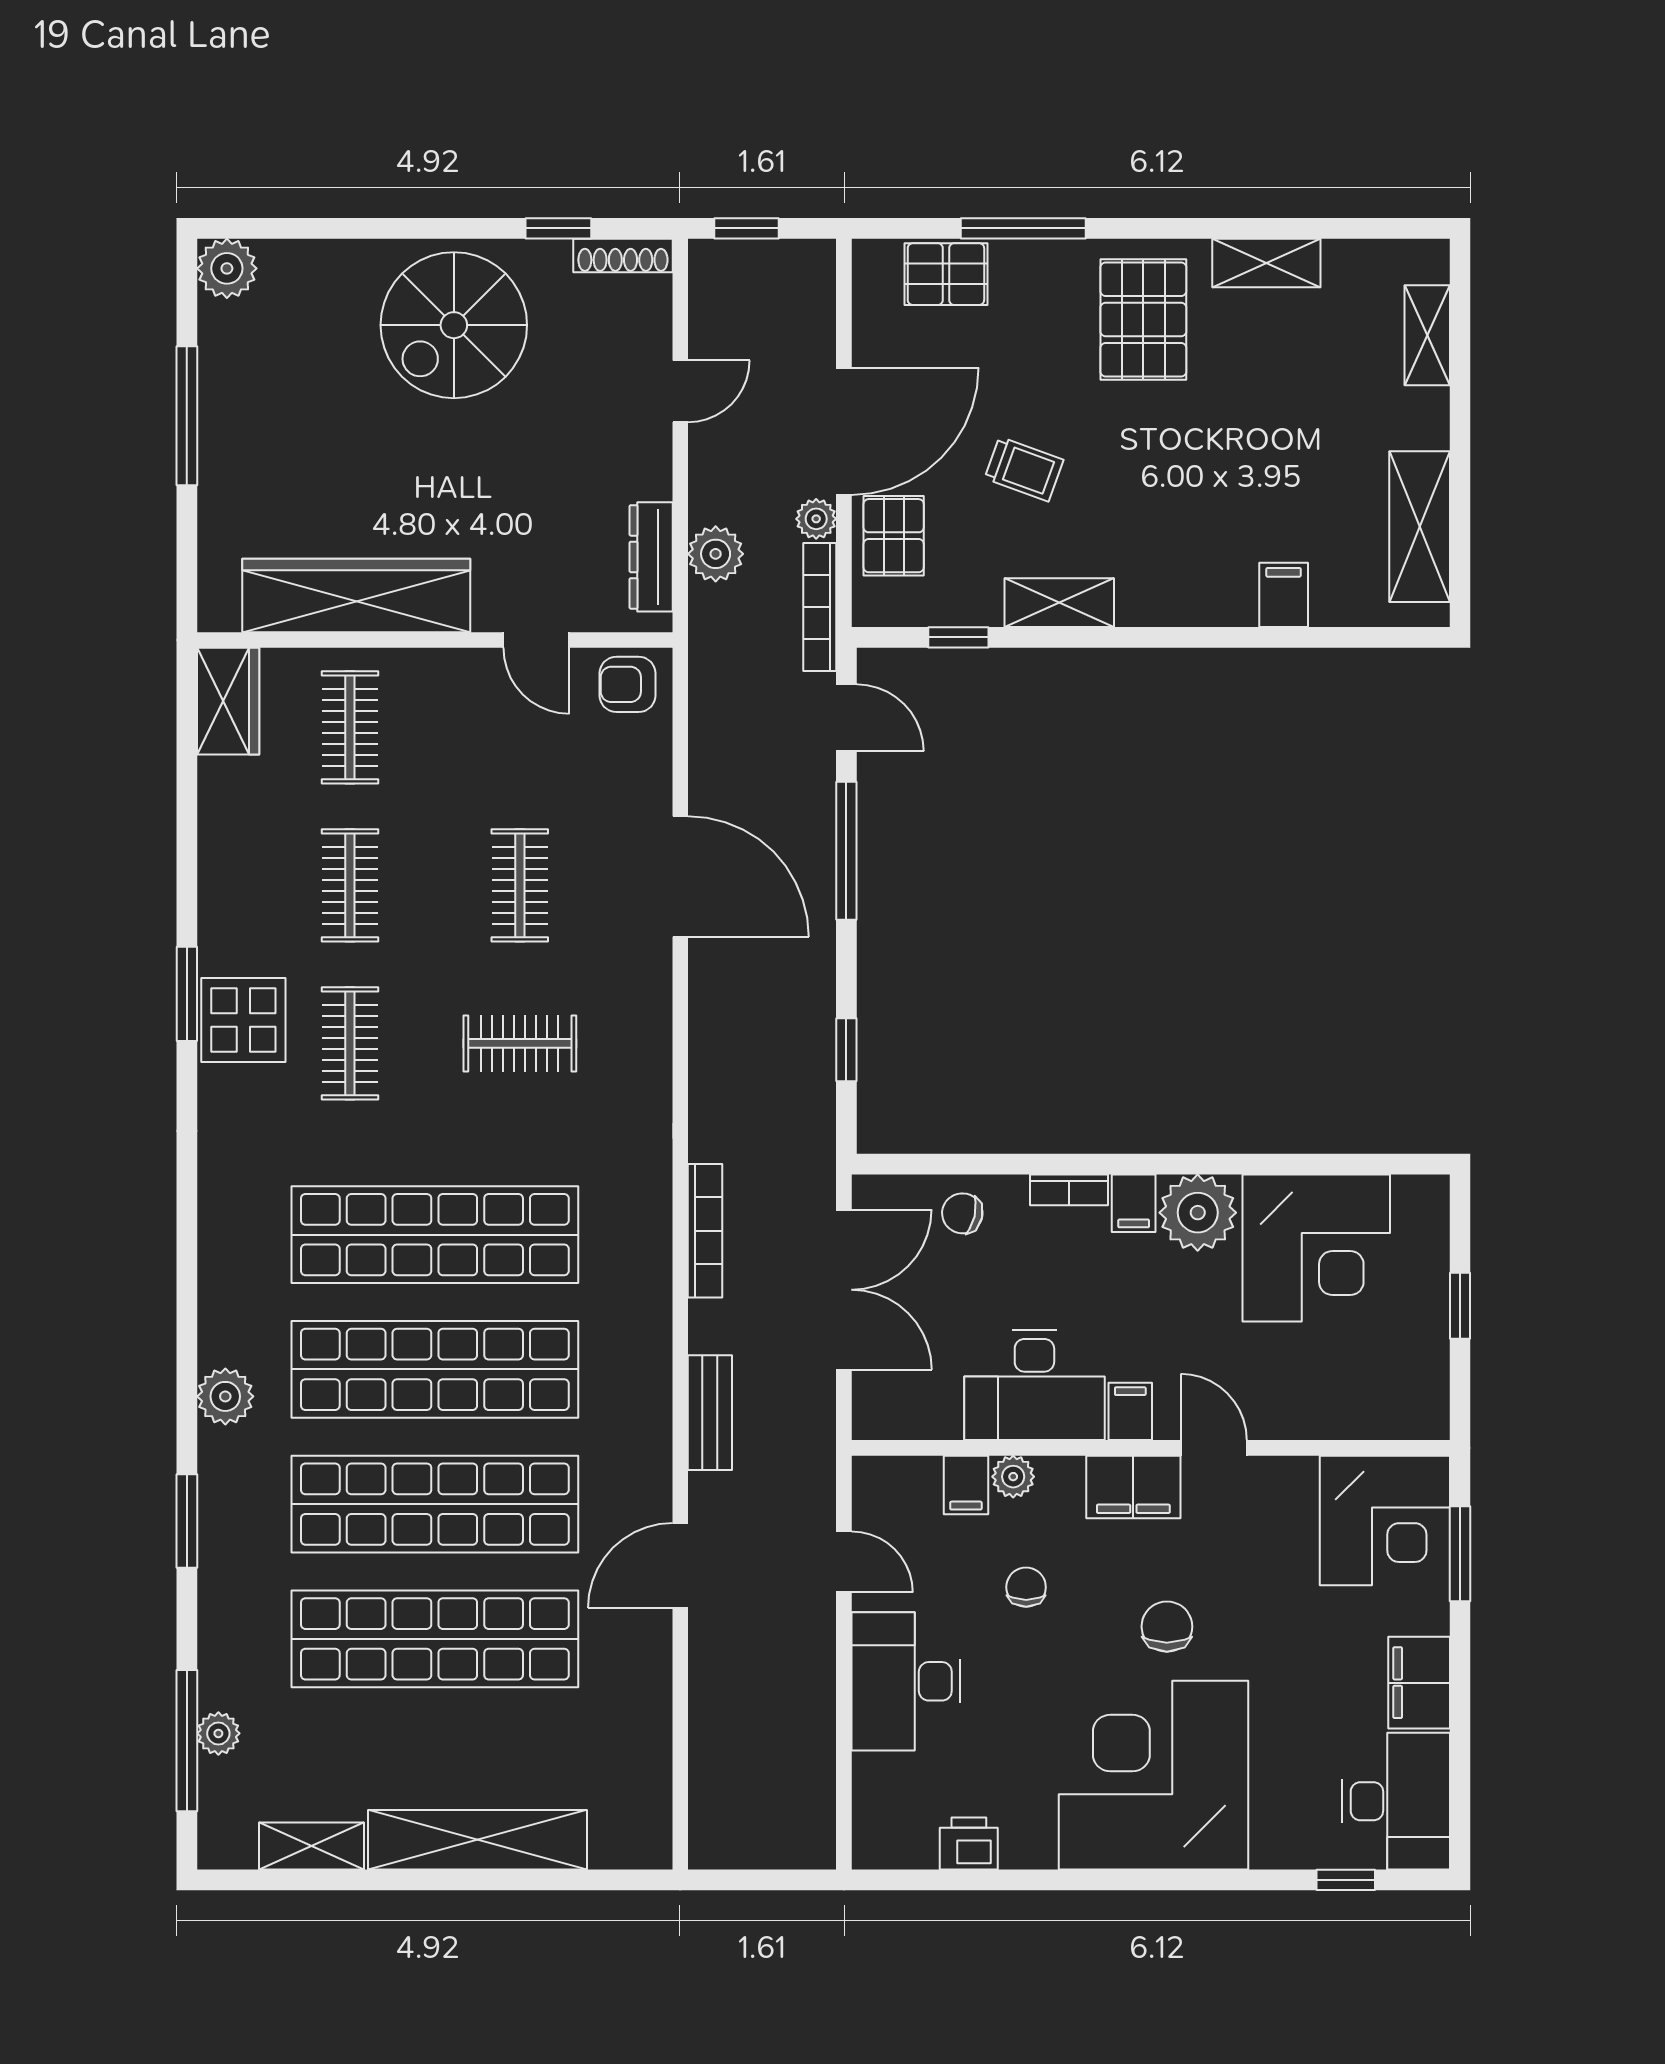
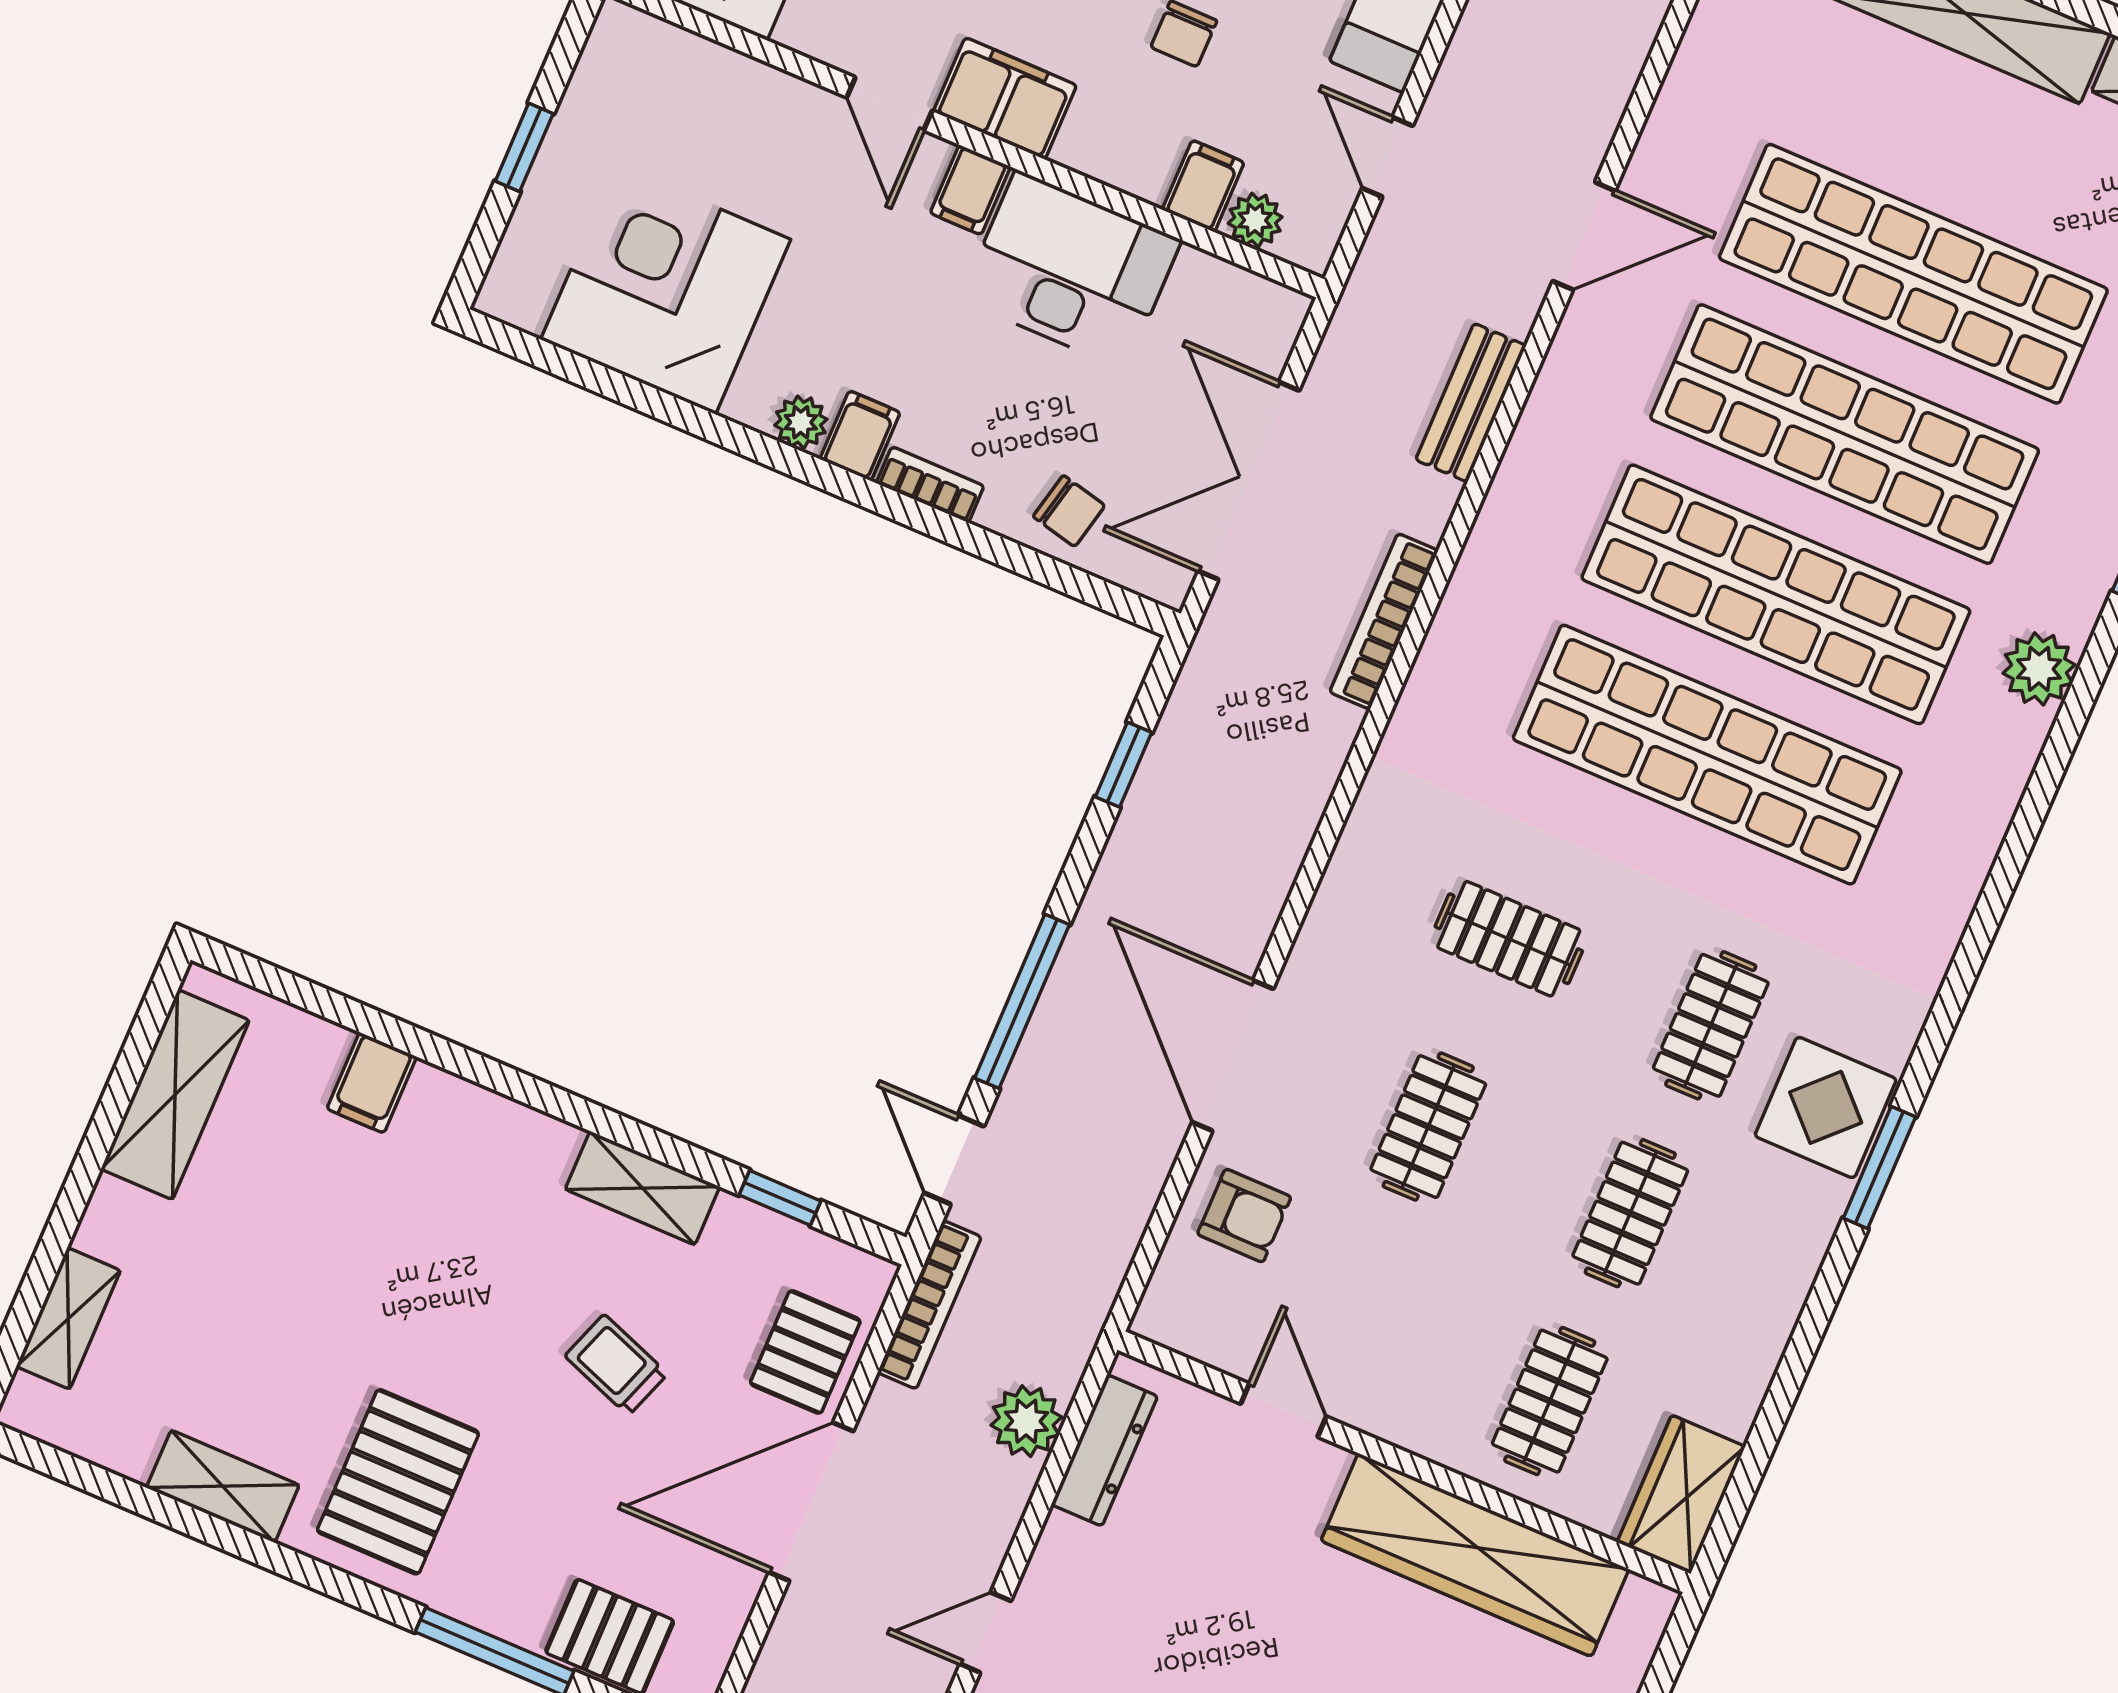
plant: (816, 519) -> (889, 1412), removed
armchair: (628, 684) -> (1244, 1216), moved
plant: (1198, 1213) -> (801, 422), width x0.53, depth x0.53
plant: (1013, 1477) -> (1255, 220), moved

